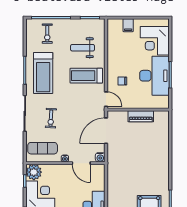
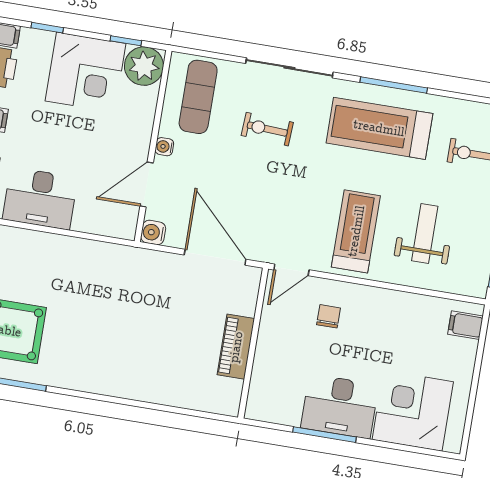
filing cabinet: (128, 25) -> (465, 325), moved
desk: (154, 76) -> (340, 406), width x0.73, depth x0.77

